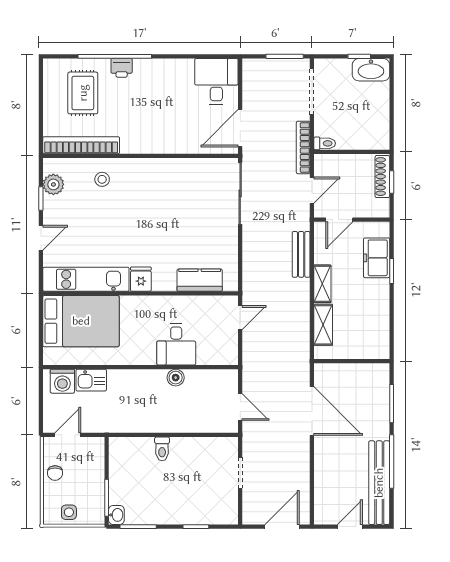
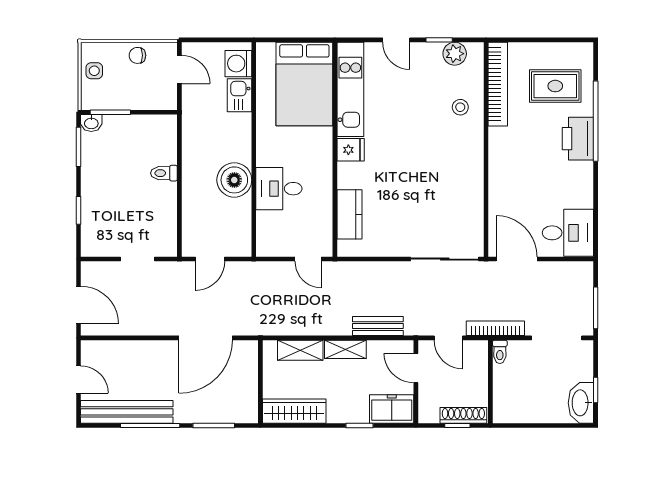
printer: (122, 68) -> (578, 139), width x1.87, depth x1.48
freezer: (377, 258) -> (392, 409), moved
wardrobe: (378, 330) -> (294, 411), added
boiler: (176, 378) -> (234, 180), width x1.86, depth x1.86

